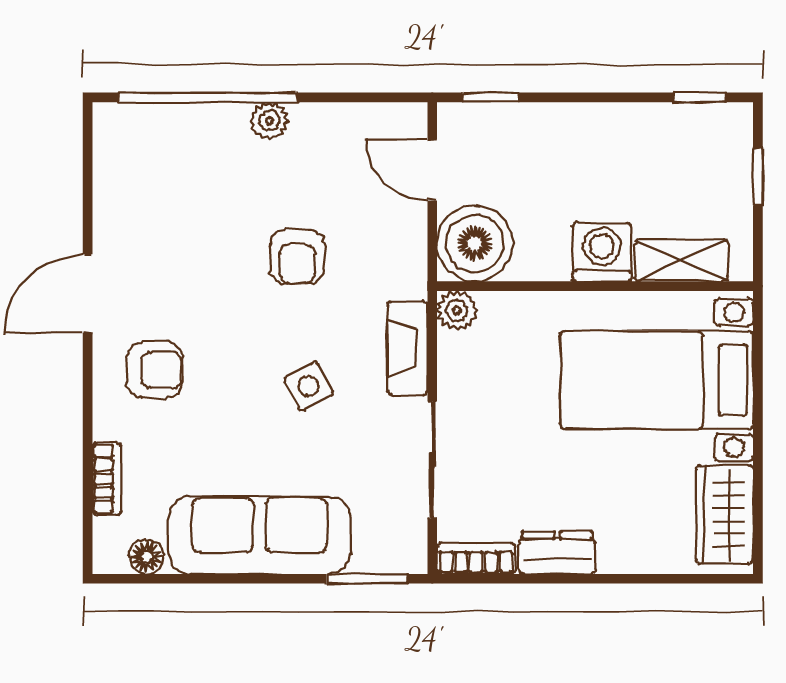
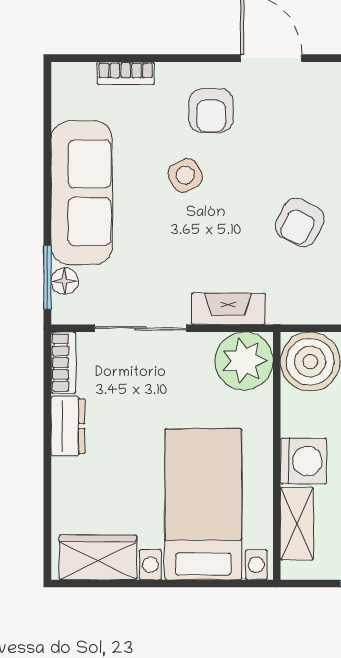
armchair: (297, 257) -> (300, 222), turned -63
plant: (457, 311) -> (244, 361), width x1.87, depth x1.87
side table: (308, 386) -> (185, 175), moved
floor lamp: (147, 557) -> (65, 281), moved

